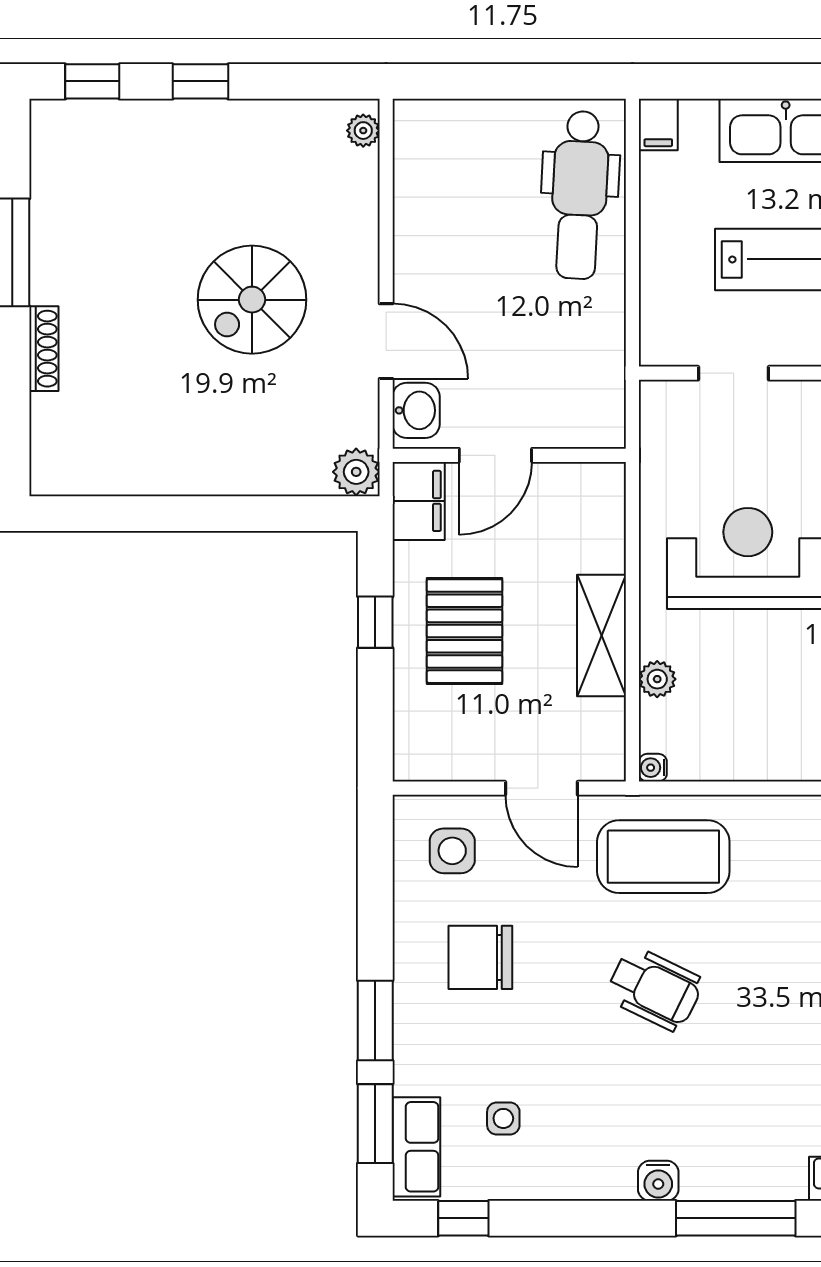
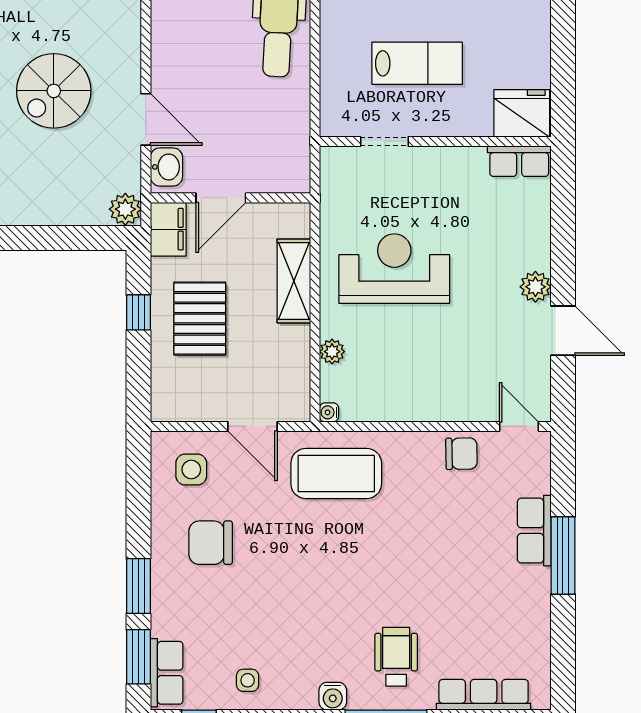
shelving: (602, 636) -> (294, 281), moved
wheelchair: (654, 989) -> (396, 657), moved, turned -116
side table: (503, 1118) -> (248, 680), moved

